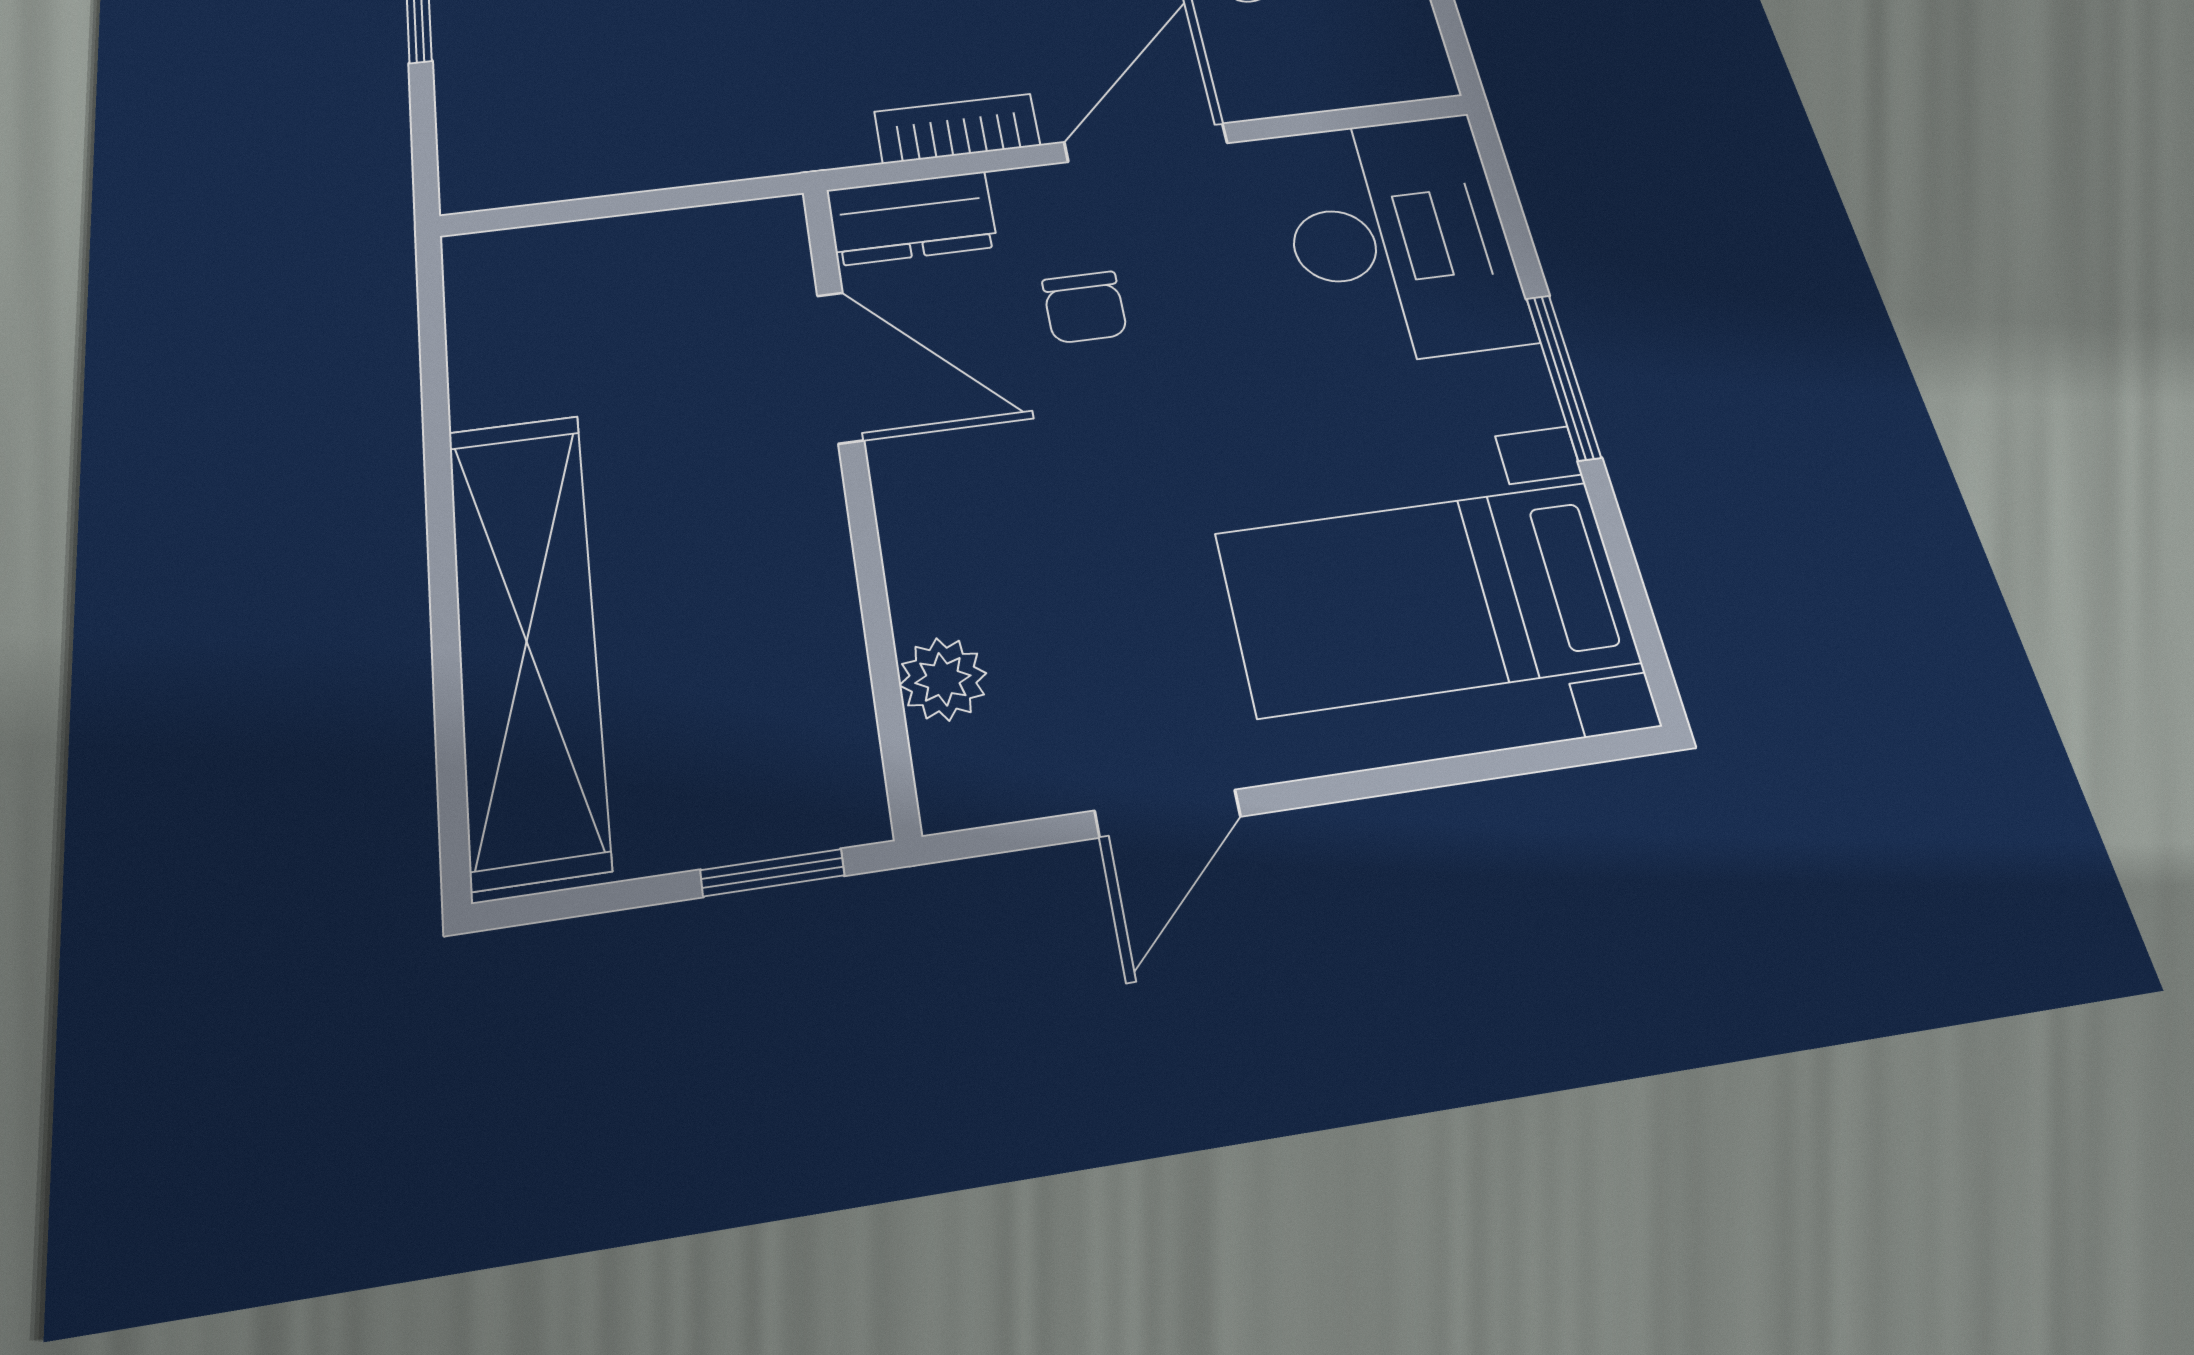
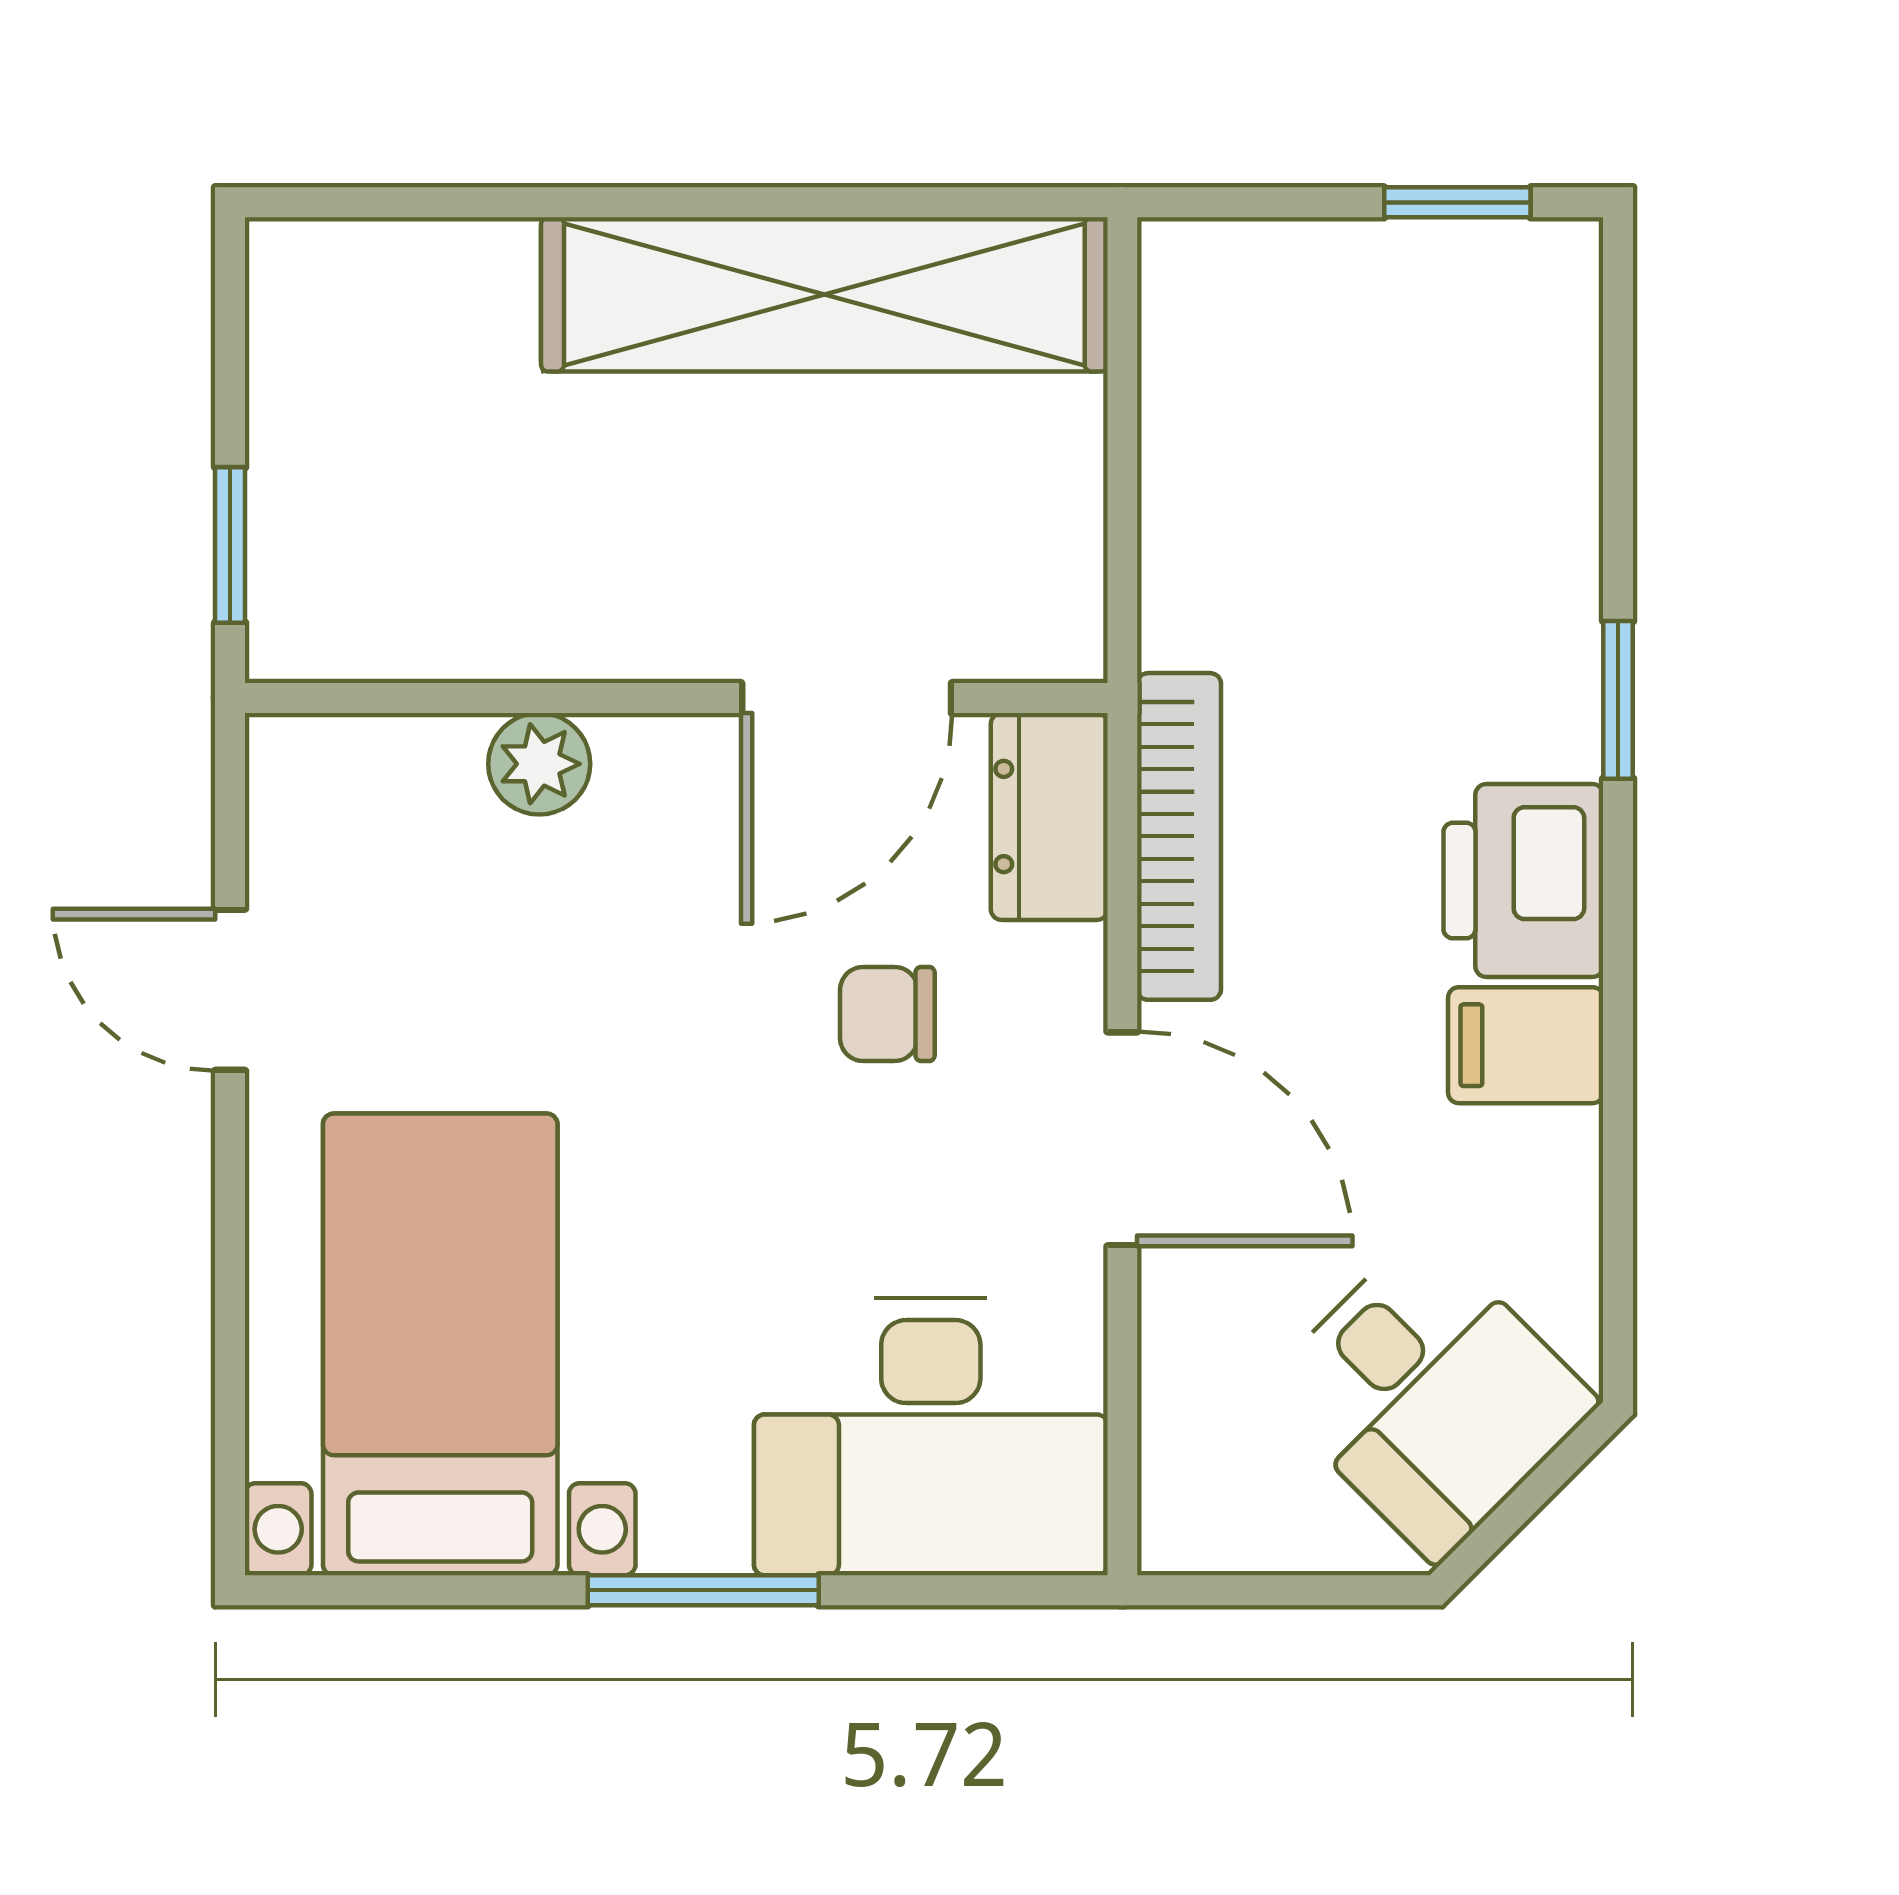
bookcase: (957, 129) -> (1179, 836), width x1.56
shelving: (527, 641) -> (824, 294), moved
plant: (943, 679) -> (539, 764), moved

